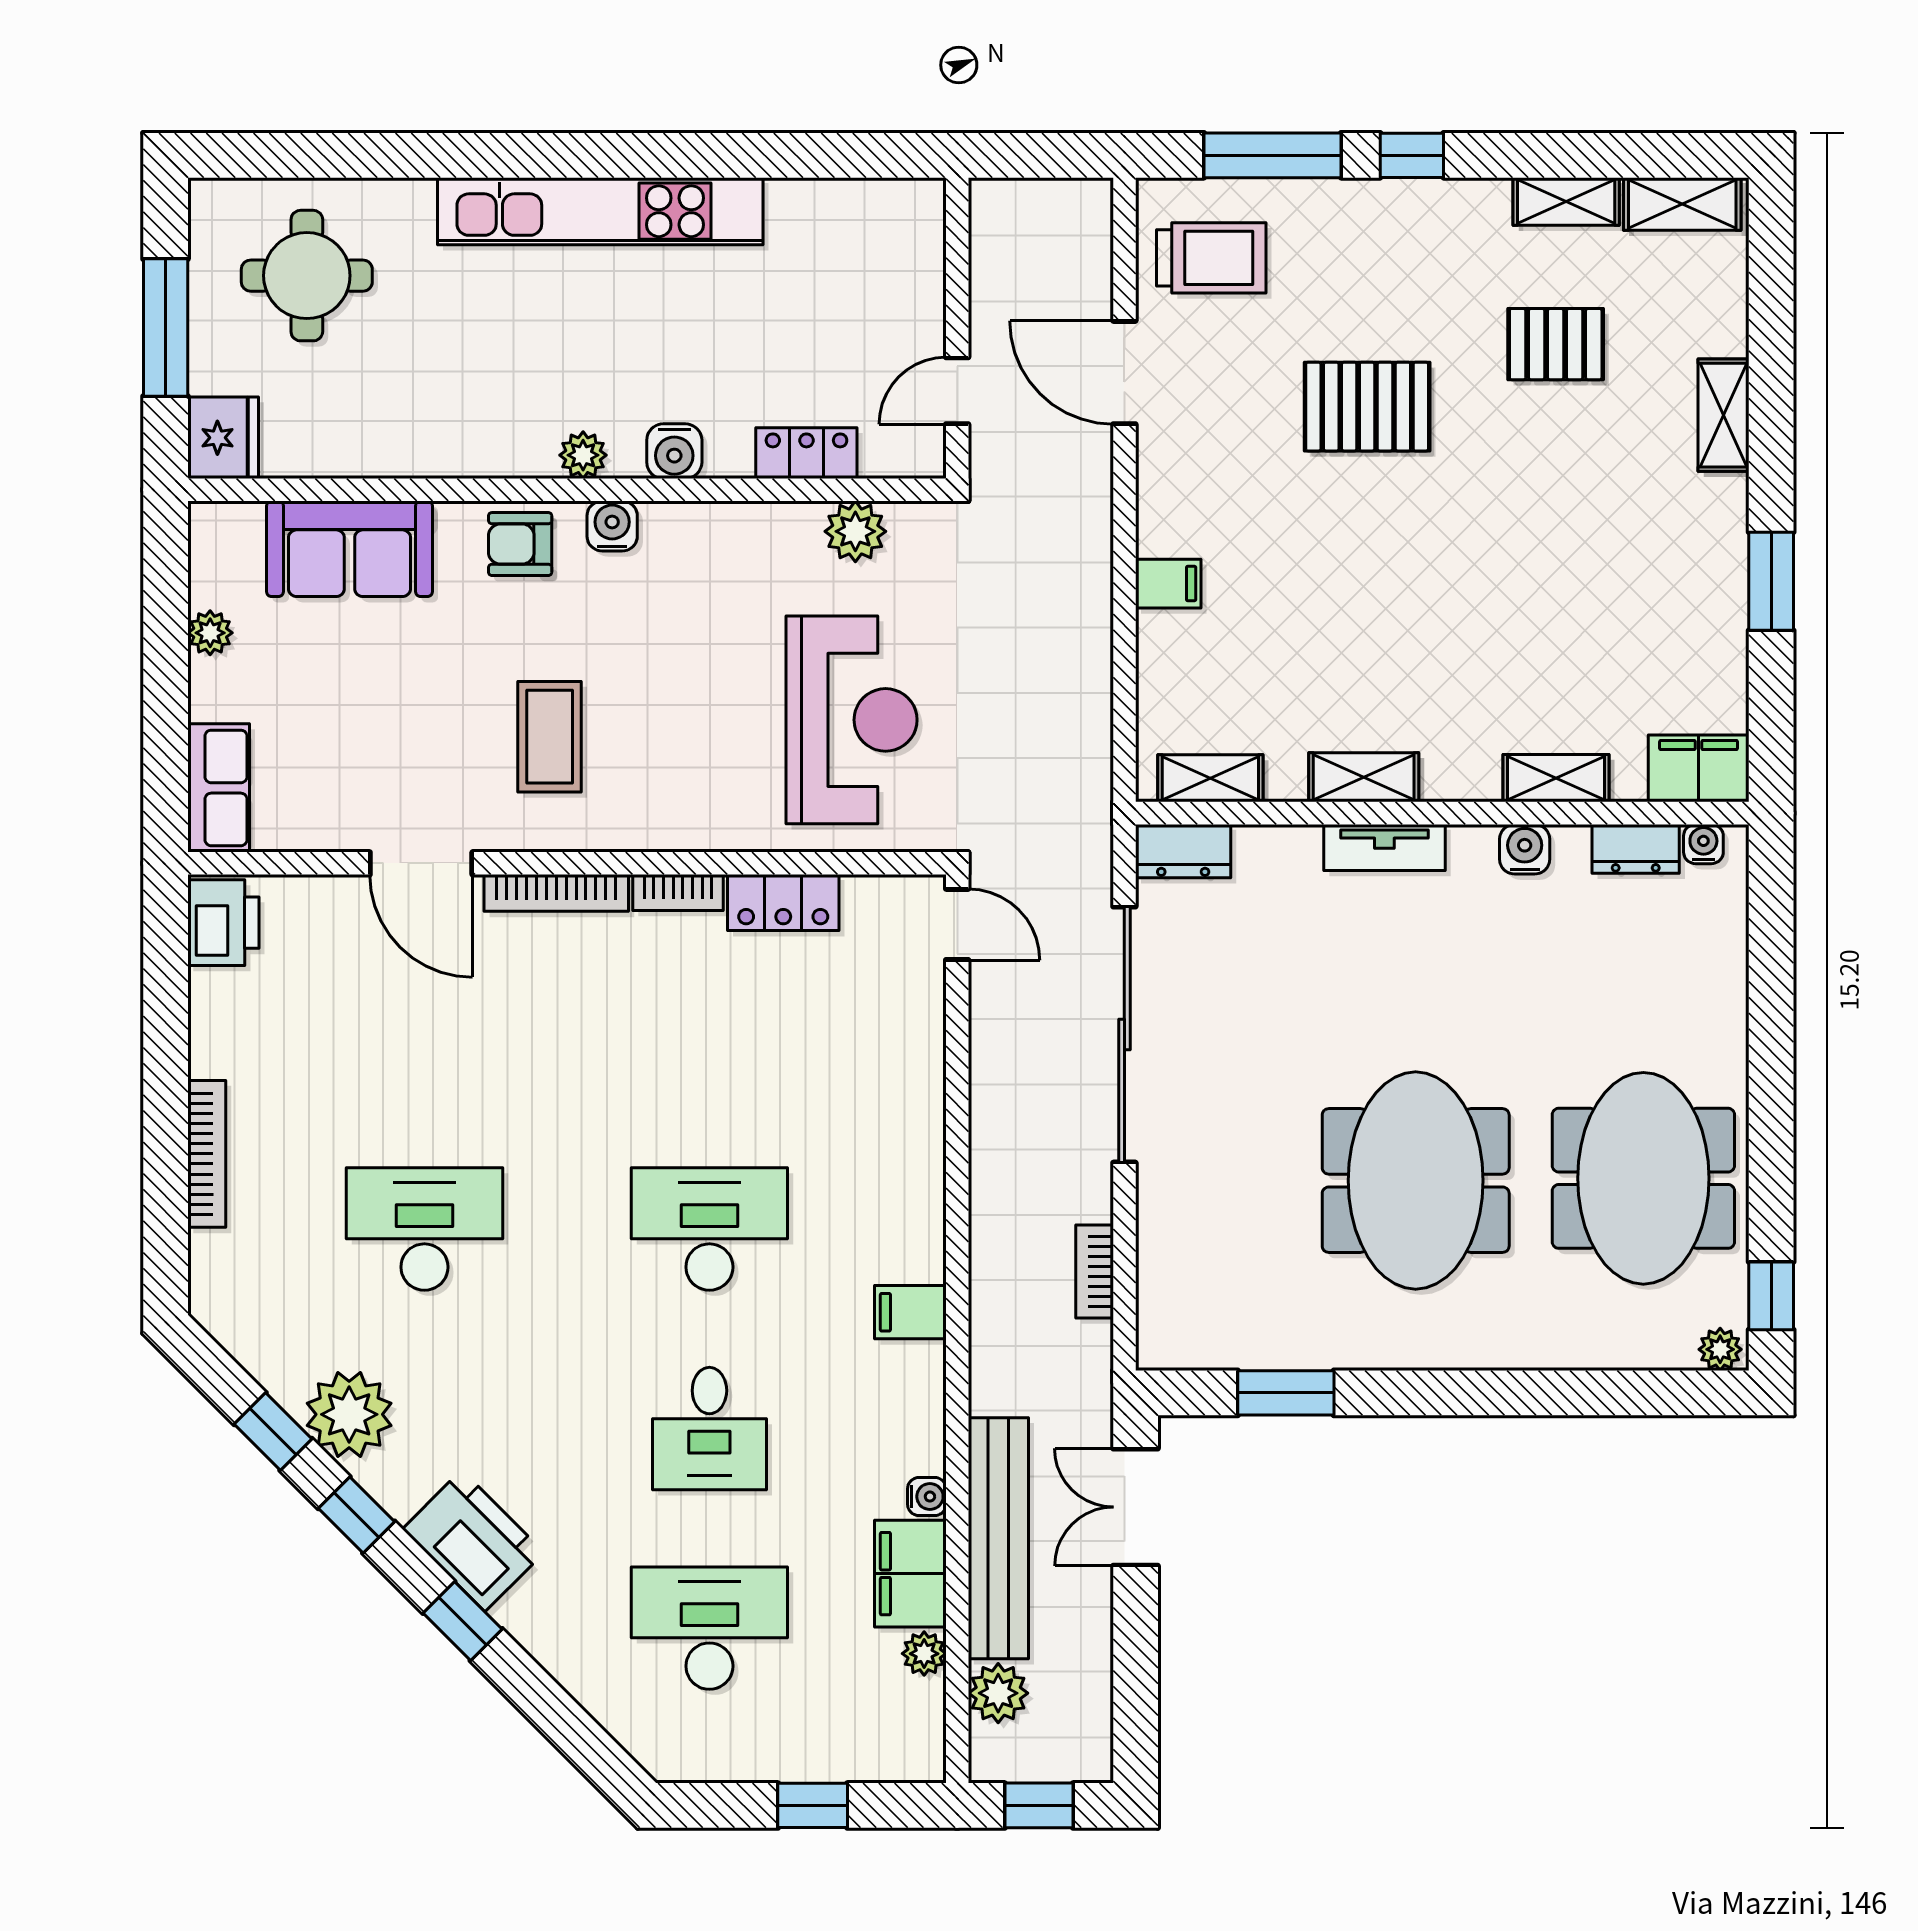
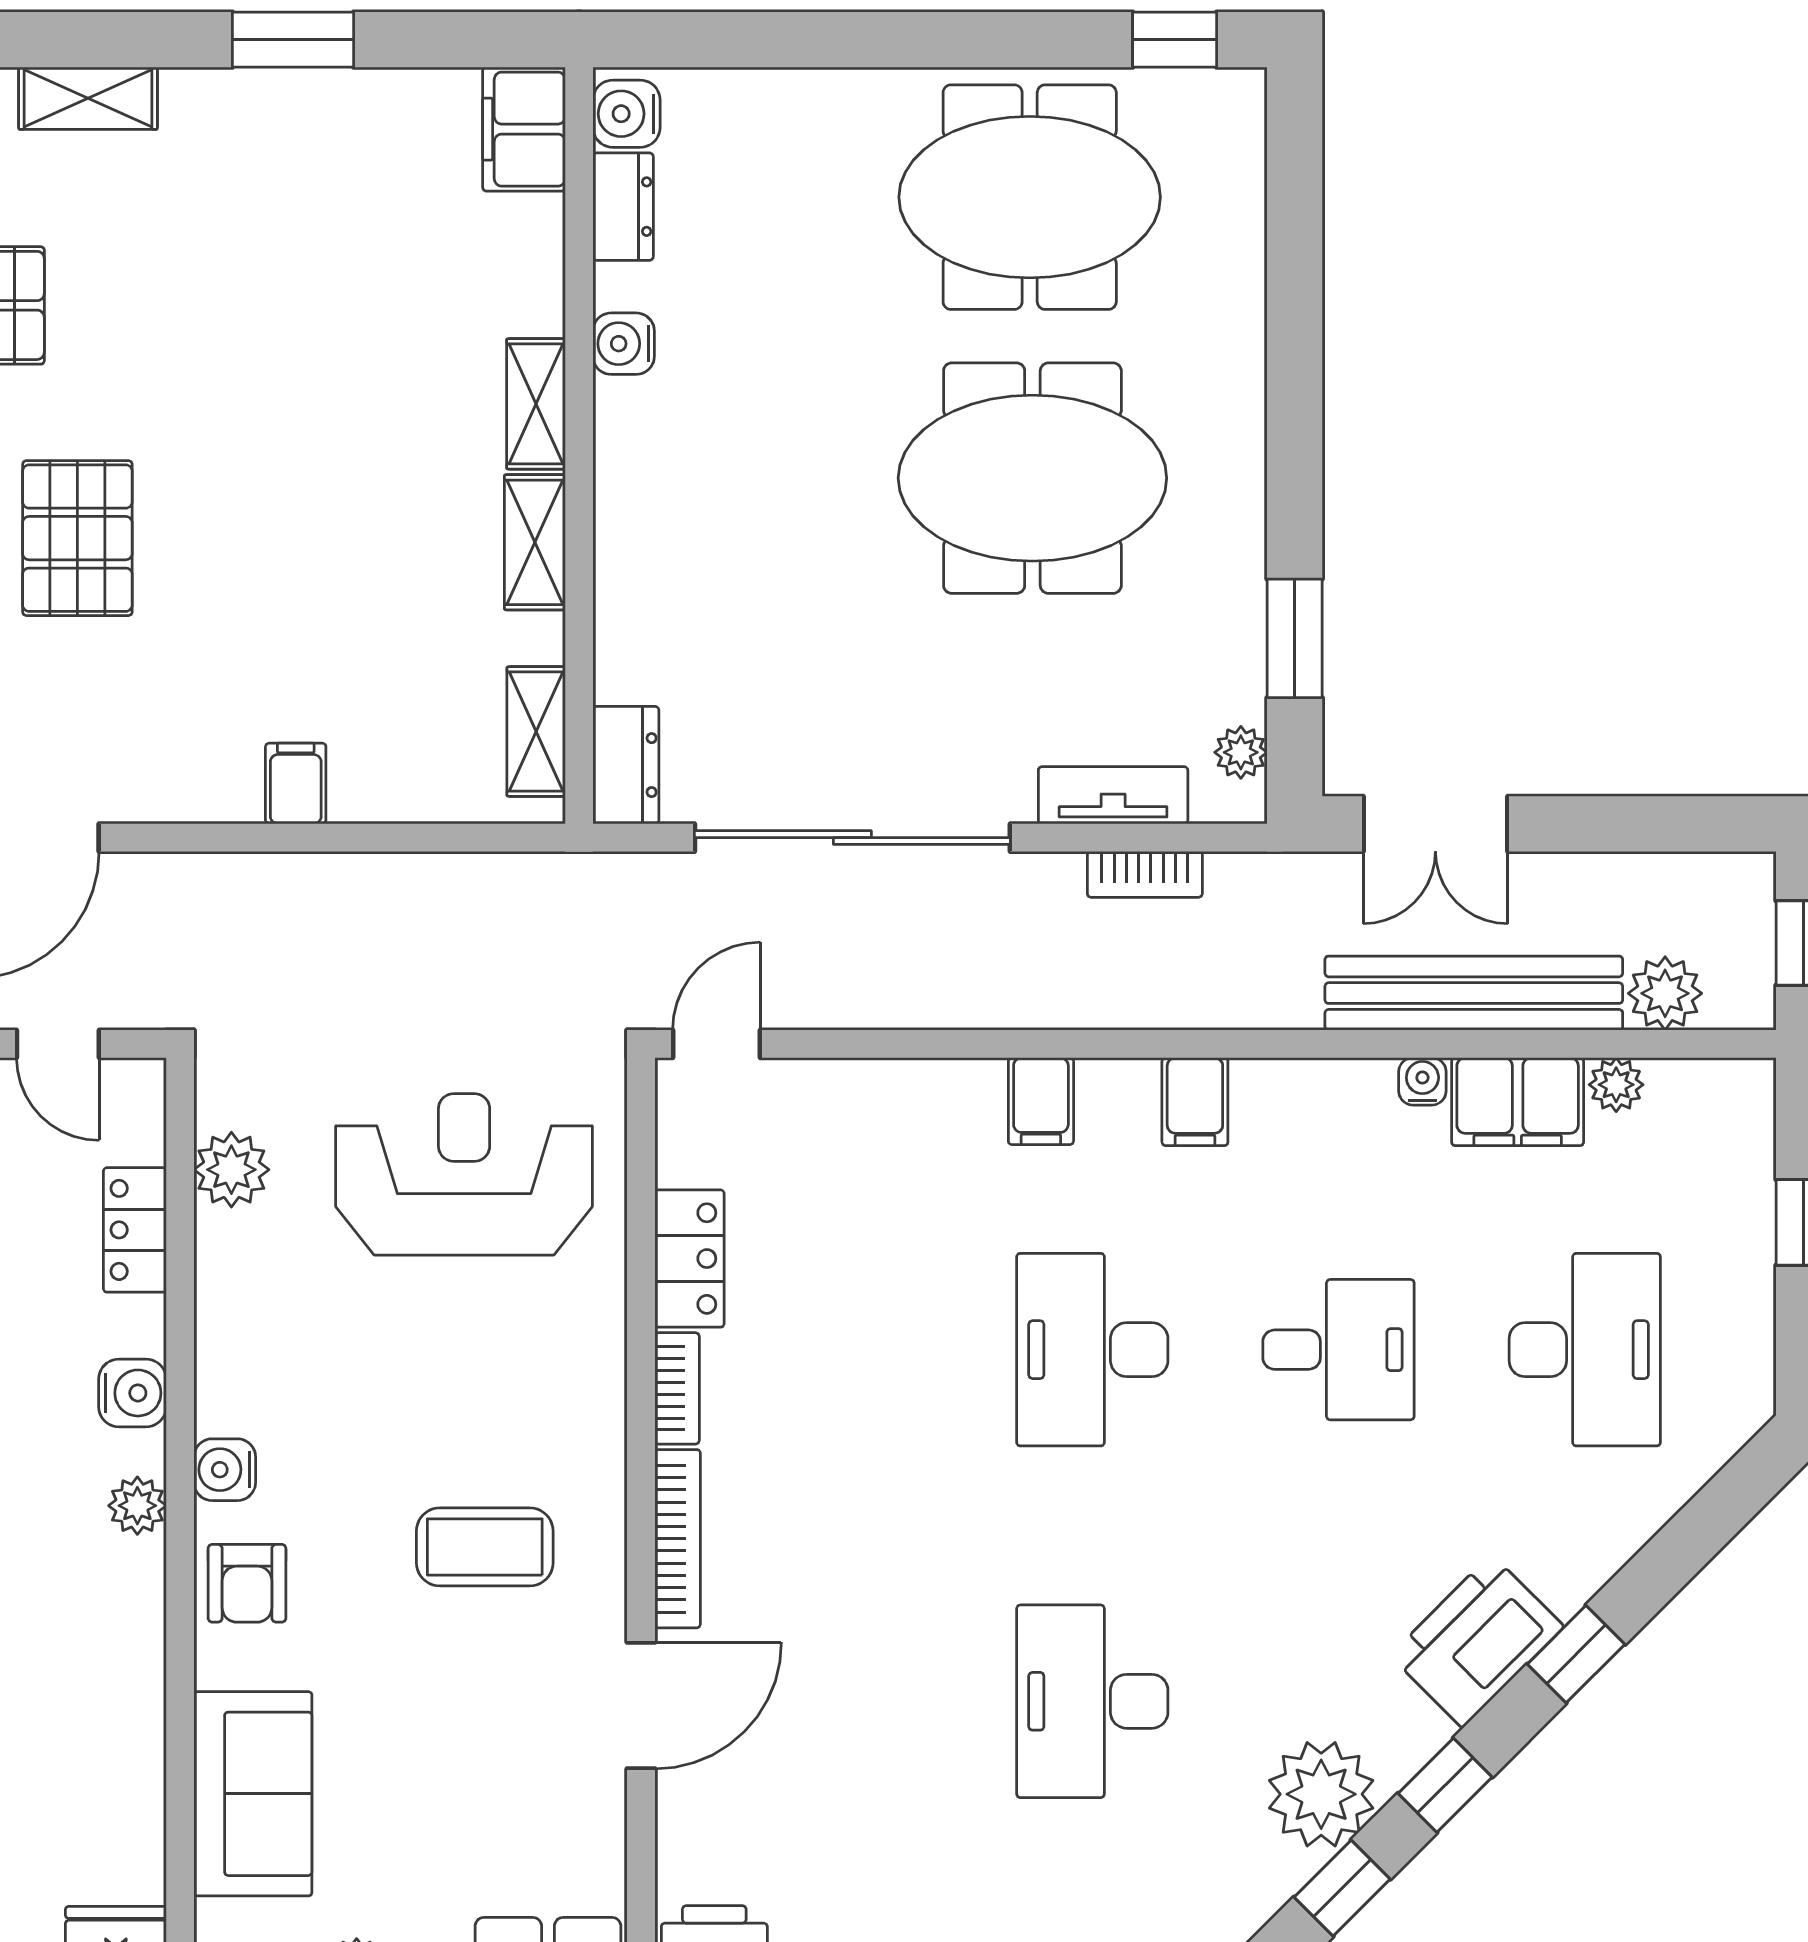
shelving: (1556, 778) -> (536, 404), moved
water cooler: (1703, 844) -> (627, 114), width x1.38, depth x1.38
tv unit: (1384, 847) -> (1113, 795), moved, turned -90
filing cabinet: (911, 1187) -> (1041, 1101), added
plant: (1720, 1349) -> (1241, 752), moved
desk: (709, 1628) -> (1585, 1350), turned 180

